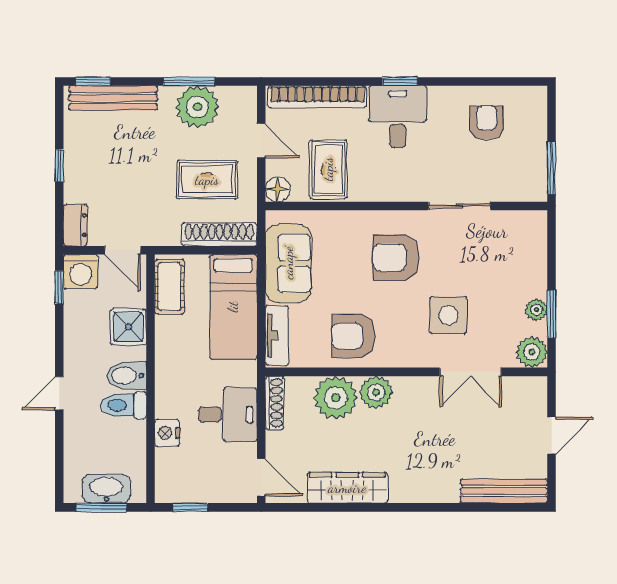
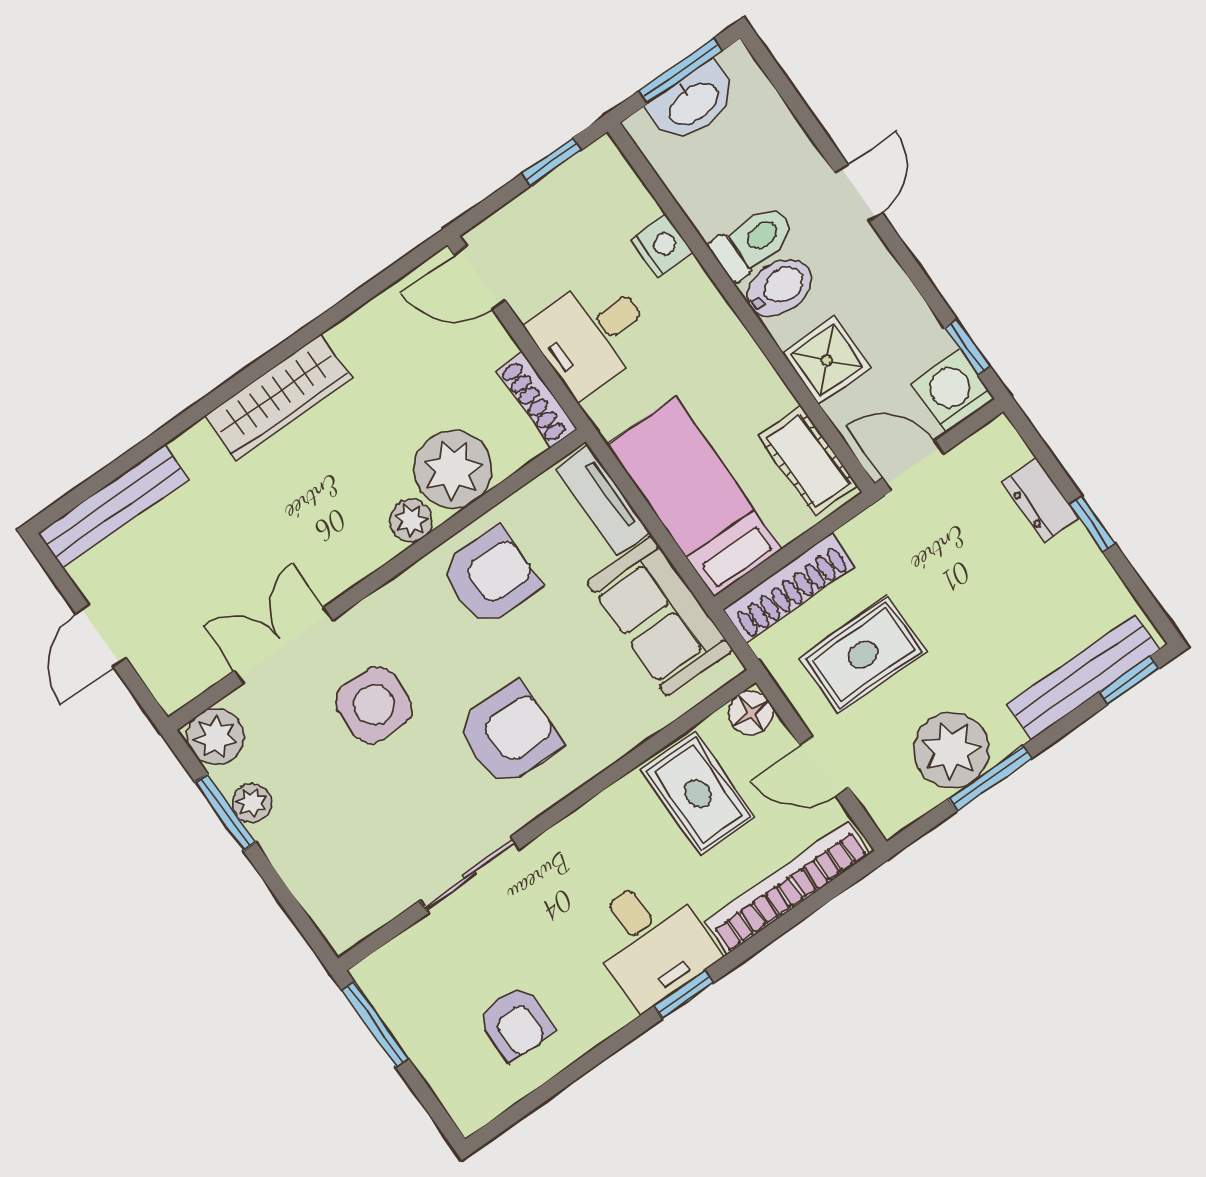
dresser: (75, 225) -> (1041, 500), moved
plant: (376, 392) -> (411, 521), width x0.73, depth x0.73
wardrobe: (347, 488) -> (278, 397), moved

